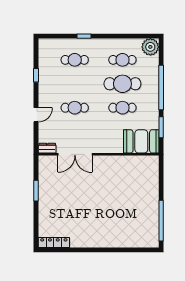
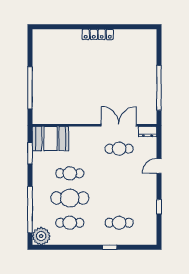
window: (161, 88) -> (30, 210), moved
cafe table: (75, 108) -> (119, 149), moved
window: (36, 191) -> (159, 88), width x2.11
window: (161, 221) -> (30, 88), moved
locker: (54, 242) -> (98, 34), moved

